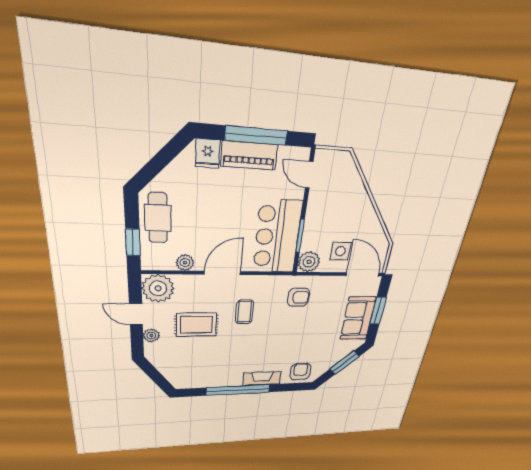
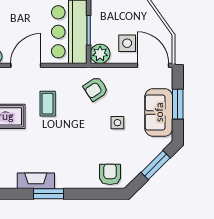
armchair: (298, 297) -> (96, 89), turned 147
side table: (316, 328) -> (117, 123), added
fireplace: (262, 379) -> (36, 181), moved
window: (238, 390) -> (49, 194), width x0.47

